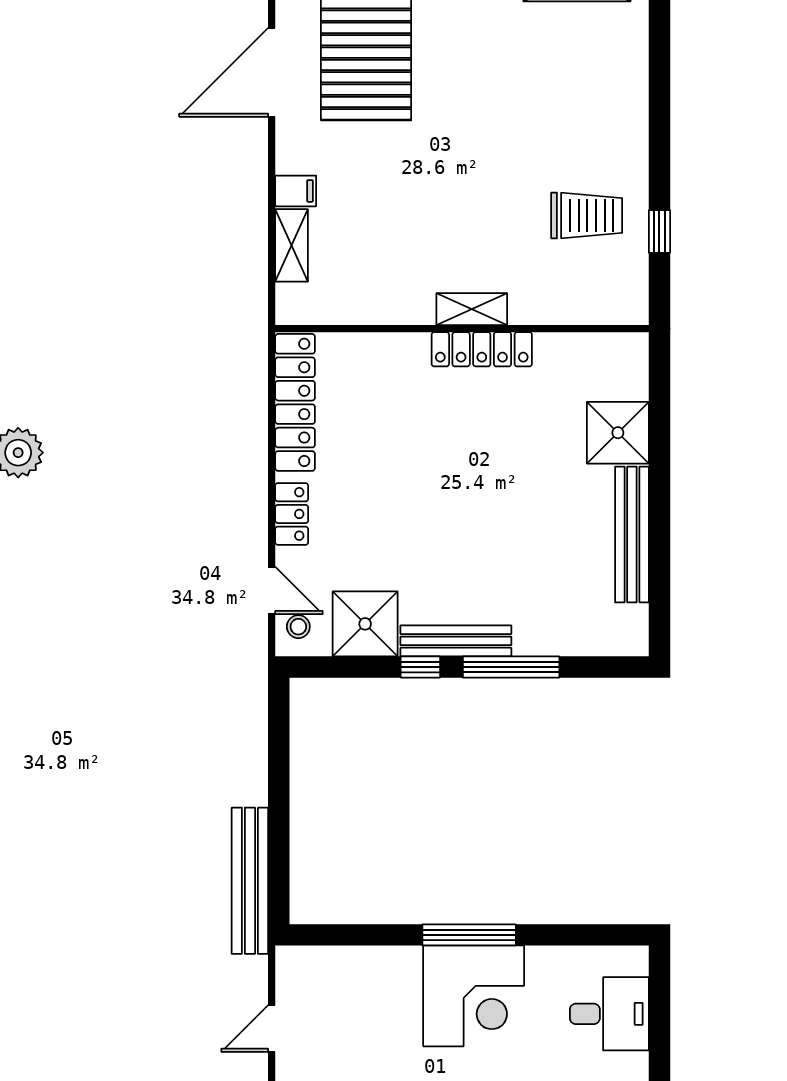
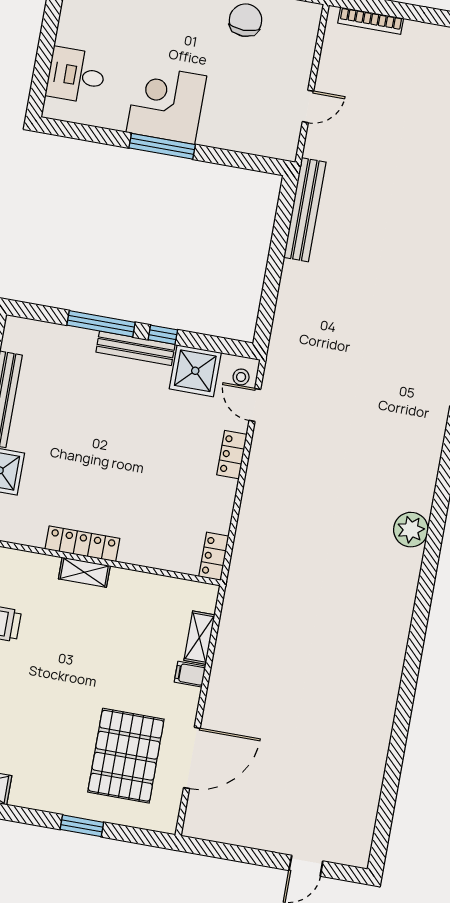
locker: (295, 402) -> (214, 556), width x0.46, depth x0.83

